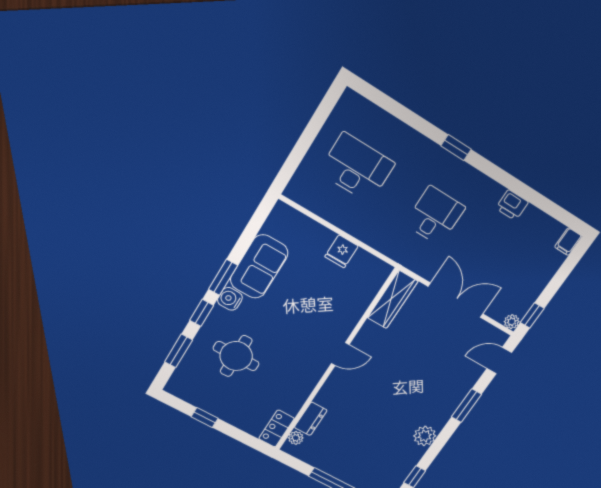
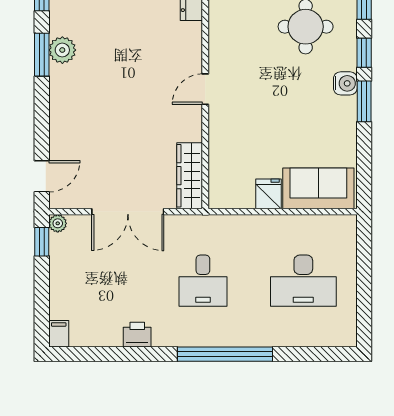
window: (456, 147) -> (225, 354), width x3.17
sofa: (259, 267) -> (318, 188), moved, turned 90
window: (466, 406) -> (42, 55), moved

